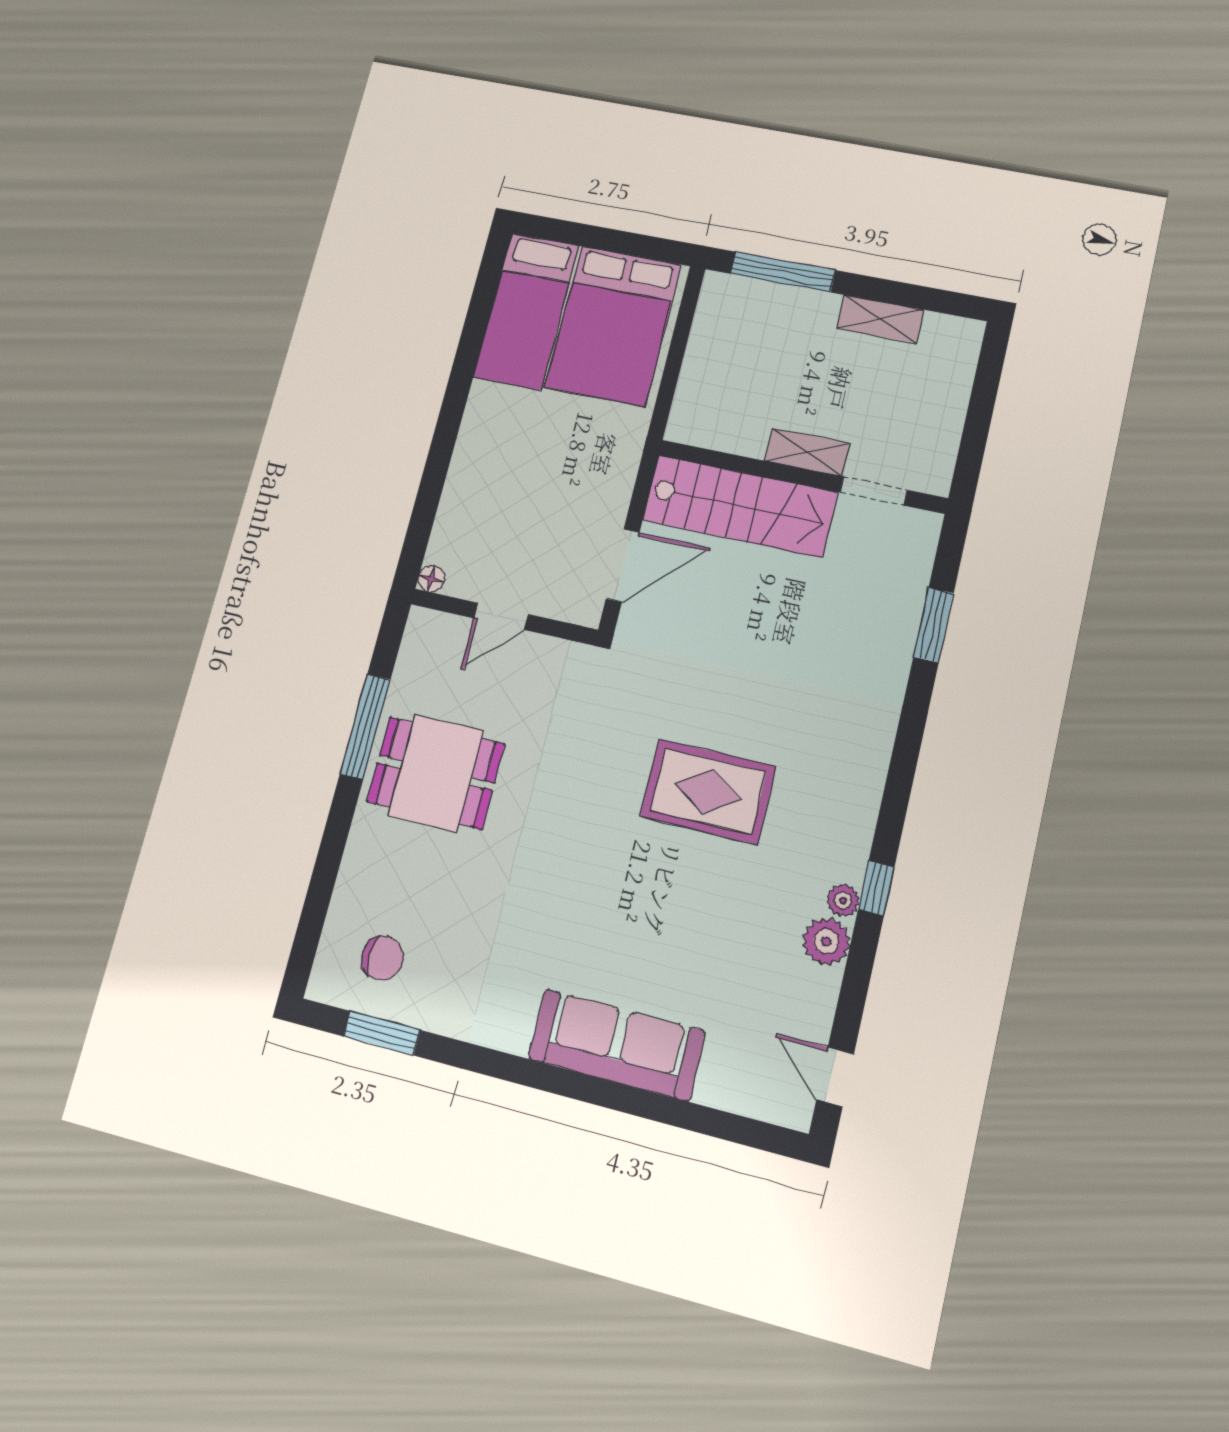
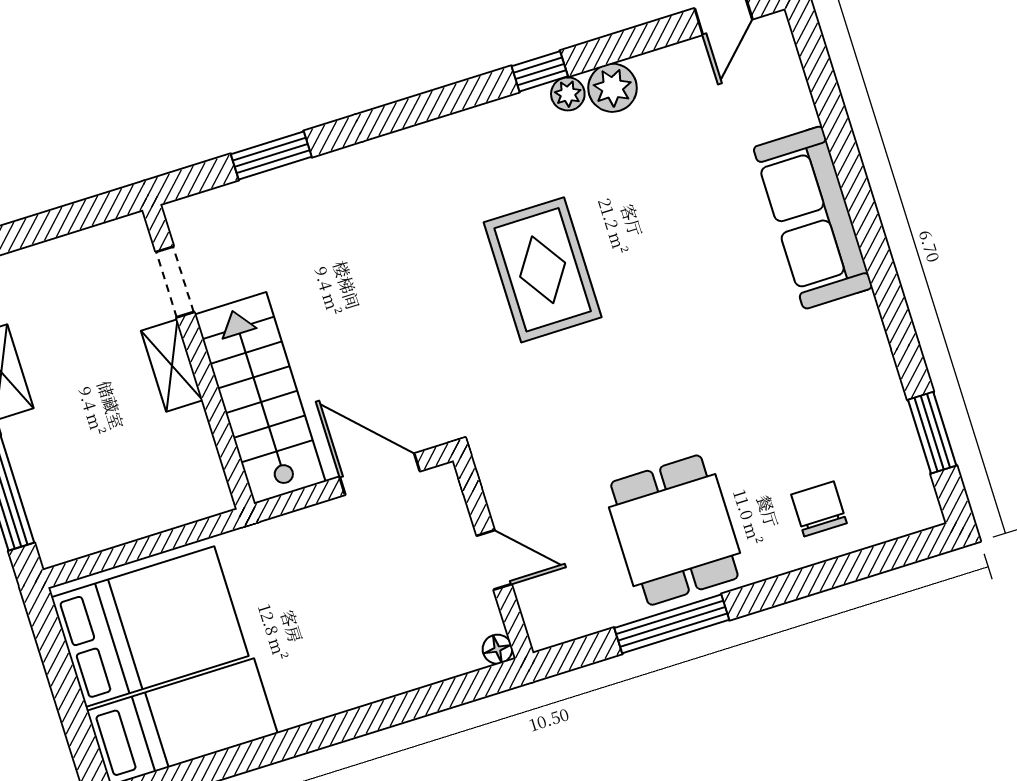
chair: (382, 958) -> (819, 509), moved

